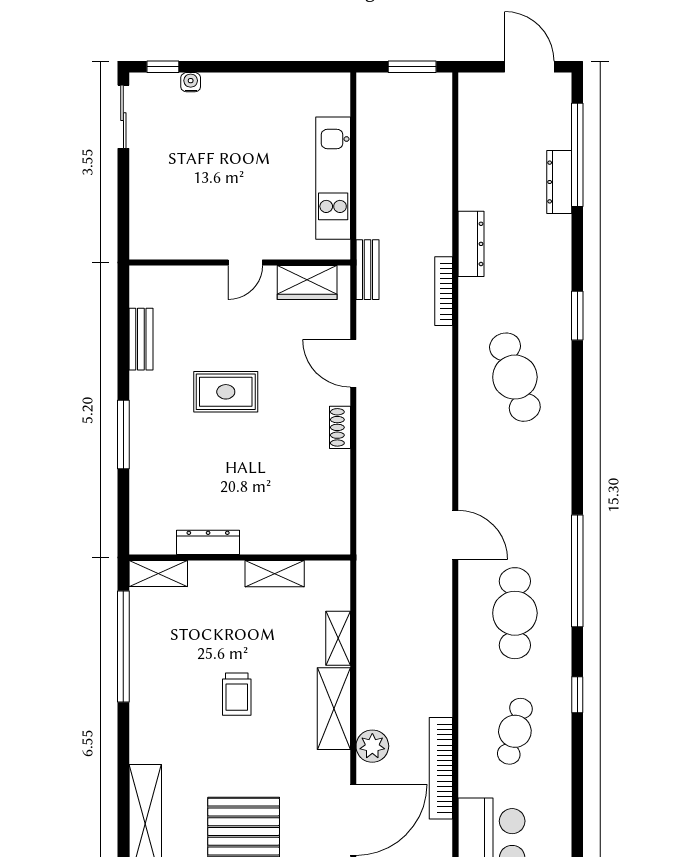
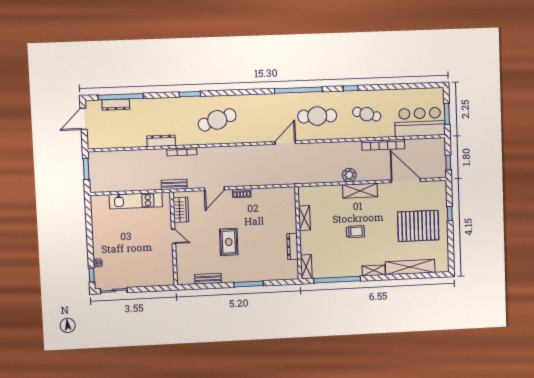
dresser: (559, 182) -> (116, 105), moved
shelving: (338, 638) -> (374, 271), moved
plant: (372, 746) -> (349, 175), moved

